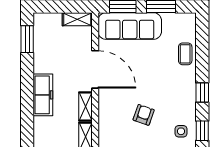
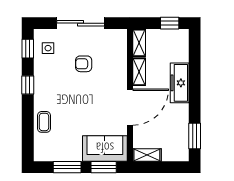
sofa: (130, 26) -> (105, 148), width x0.73
door: (95, 69) -> (130, 107), swing flipped
armchair: (144, 115) -> (84, 64), turned 71

